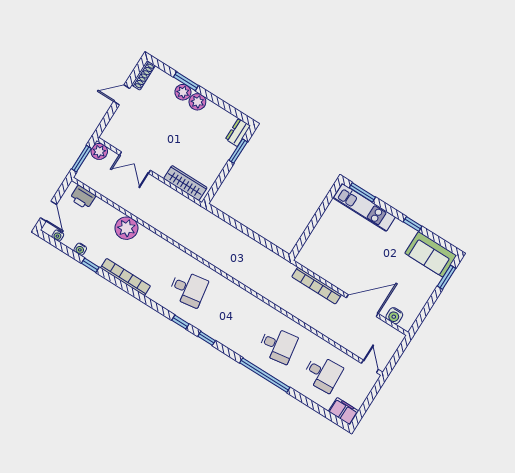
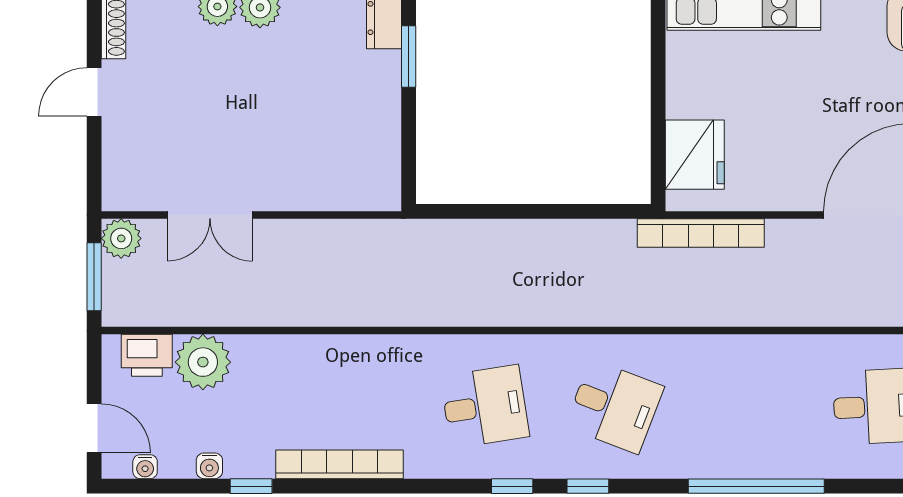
wardrobe: (185, 183) -> (341, 192), removed
plant: (126, 228) -> (203, 362), moved
fridge: (316, 247) -> (695, 155), added
bookcase: (317, 286) -> (701, 233), moved
desk: (278, 345) -> (614, 407), moved, turned 30

